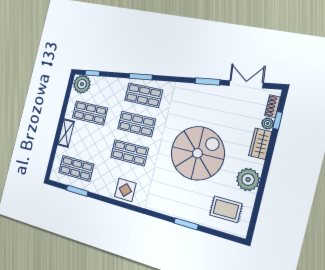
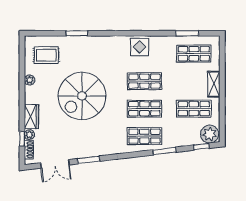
window: (141, 77) -> (164, 151), moved
plant: (248, 180) -> (30, 80), width x0.53, depth x0.53

